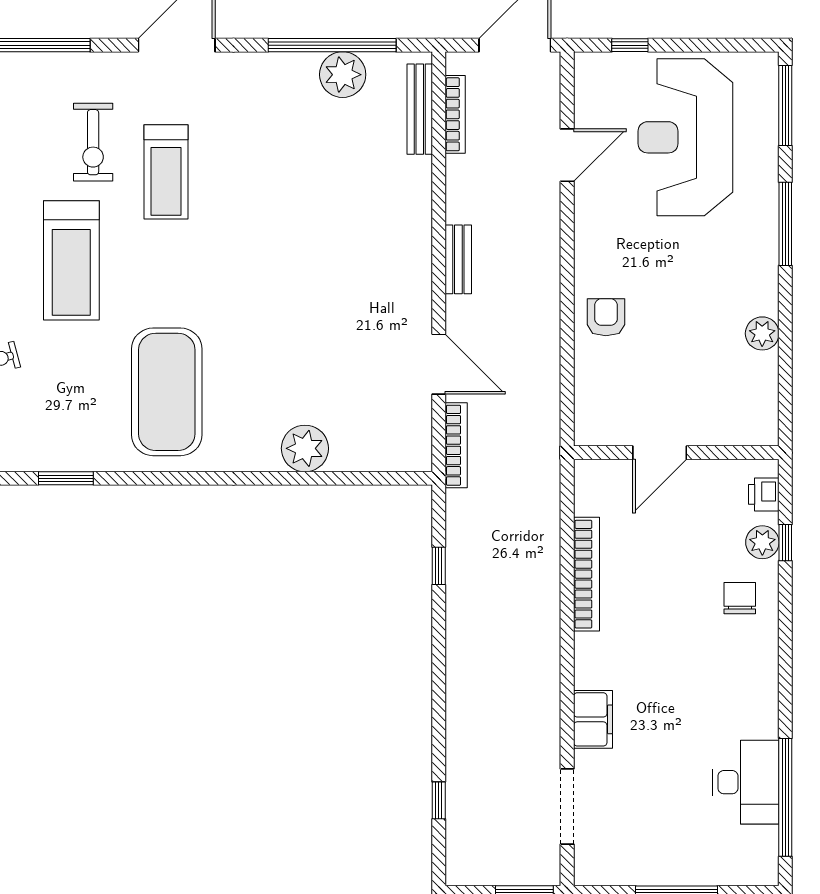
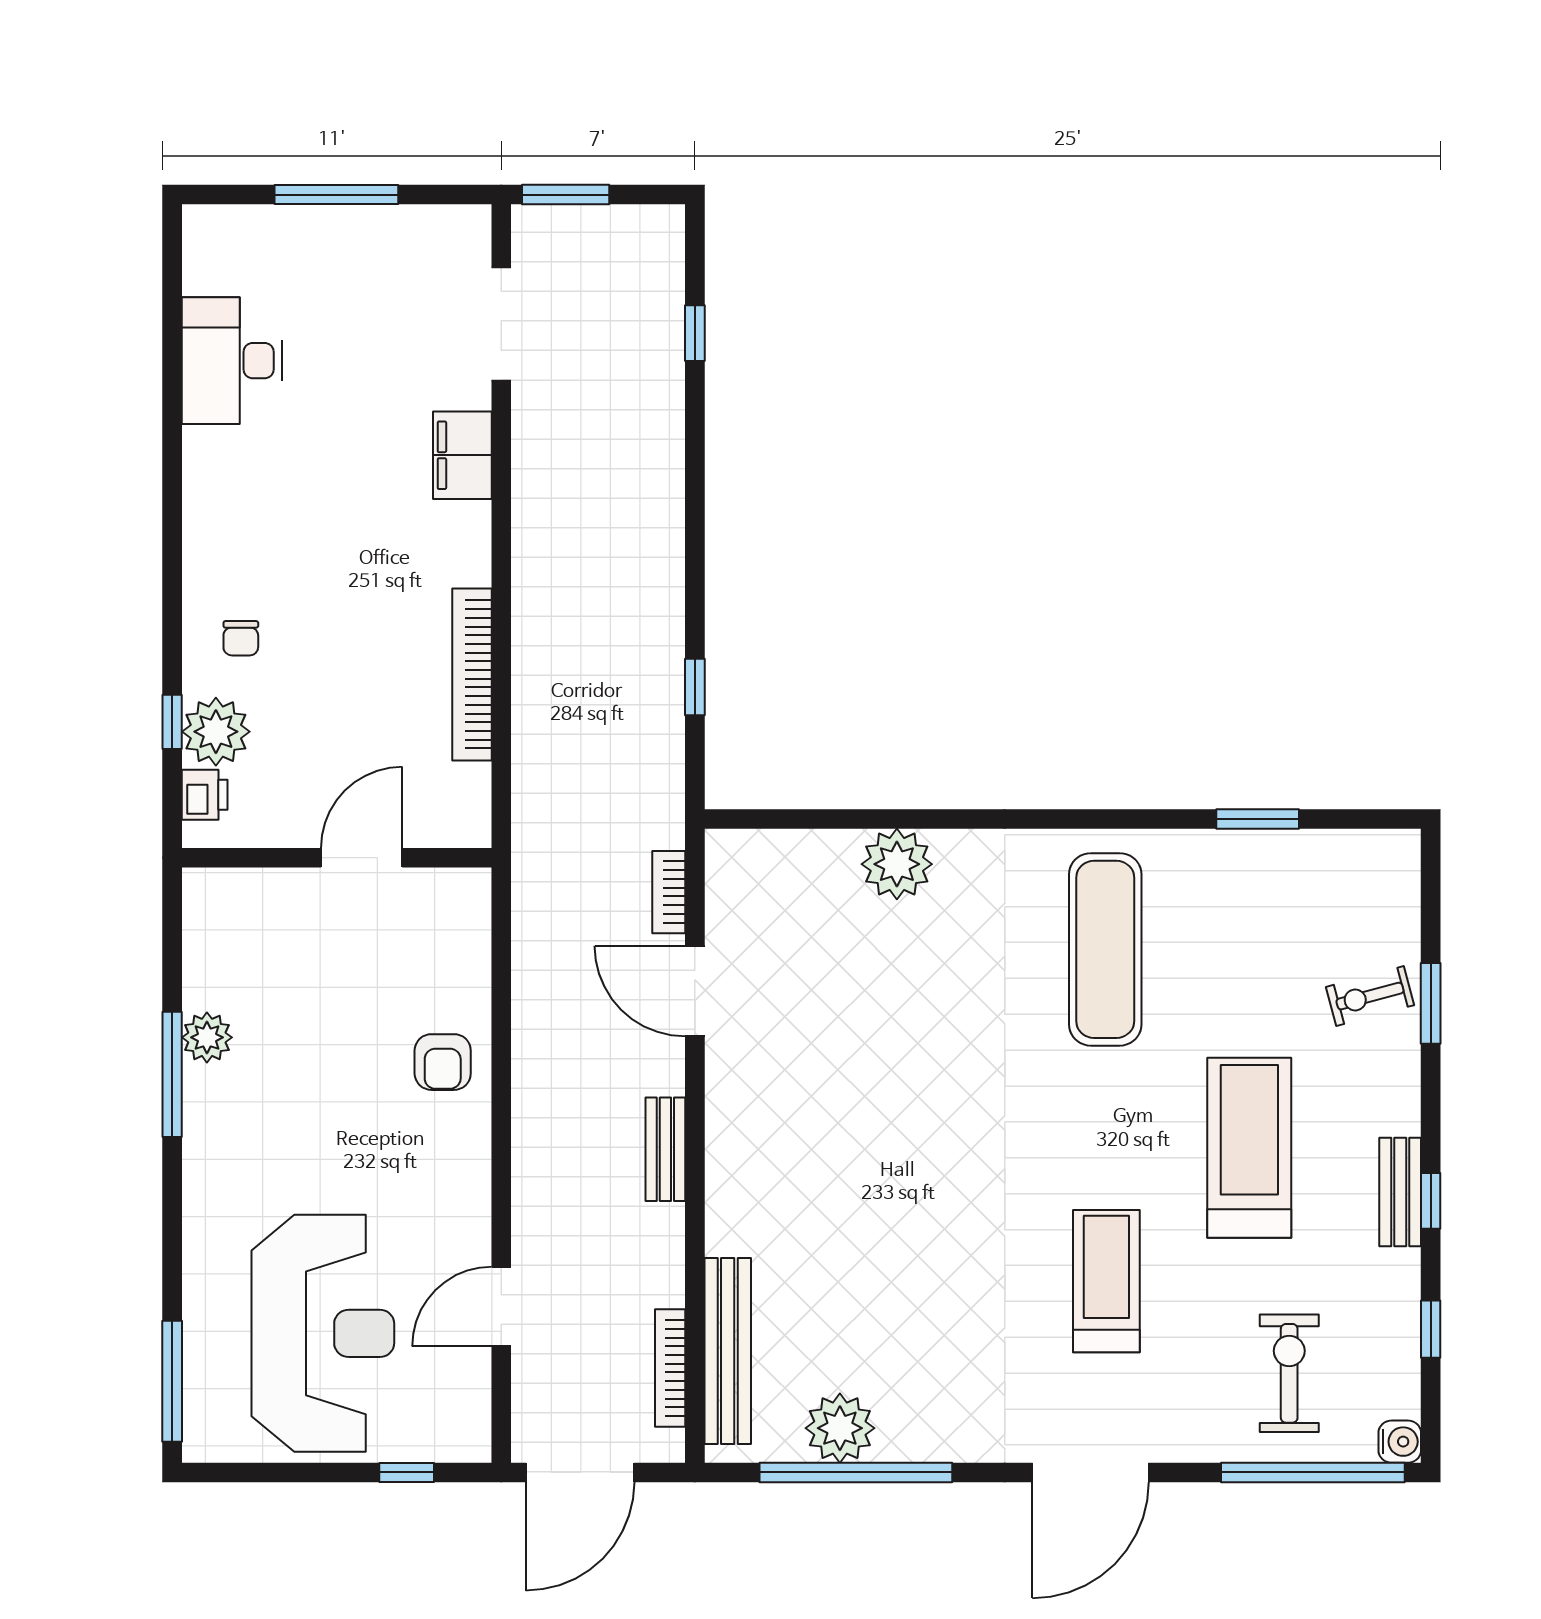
bench: (420, 109) -> (728, 1351), width x1.37, depth x1.21
exercise bike: (93, 142) -> (1289, 1373), moved
window: (785, 224) -> (172, 1074), moved
exercise mat: (167, 392) -> (1105, 949), width x0.68
bookcase: (456, 445) -> (669, 892), width x0.64
plant: (762, 542) -> (216, 732), width x1.36, depth x1.36
chair: (740, 598) -> (241, 638), width x0.73, depth x0.73
window: (785, 797) -> (172, 338), removed

